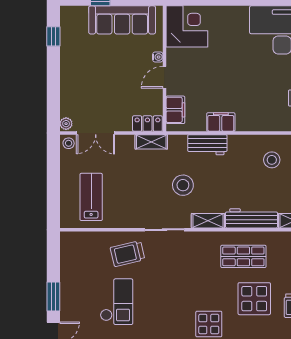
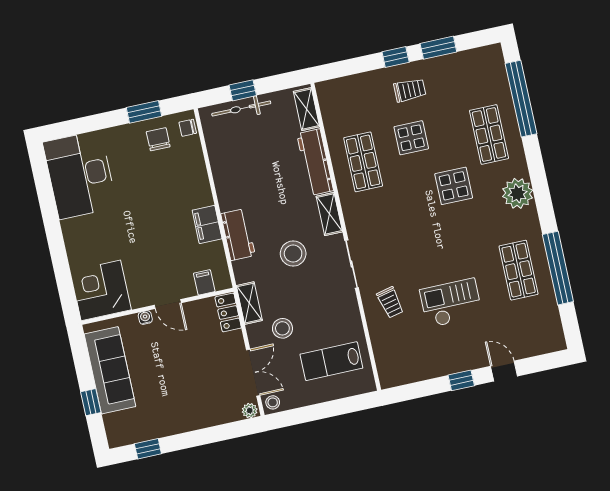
filing cabinet: (175, 110) -> (204, 282), width x0.50
stool: (272, 160) -> (282, 328), moved
trolley: (127, 254) -> (390, 302), width x0.73, depth x0.72
window: (53, 296) -> (461, 380), width x0.67
display table: (254, 299) -> (411, 138), width x0.73, depth x0.73

